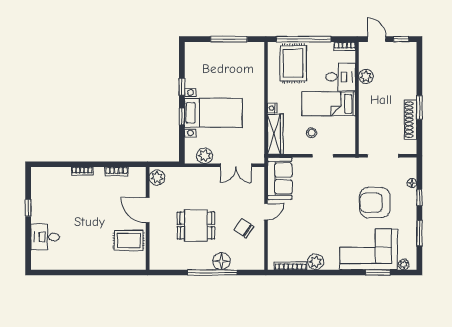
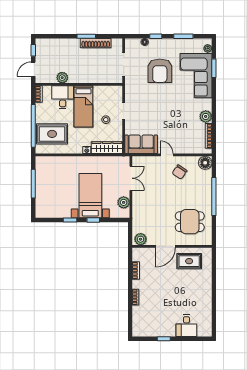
dining table: (196, 226) -> (190, 222), moved, turned 90
rug: (129, 240) -> (189, 261), turned 90
floor lamp: (222, 261) -> (205, 163), moved

